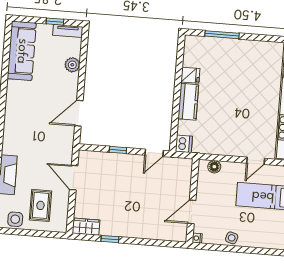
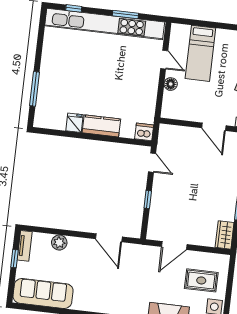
floor lamp: (214, 167) -> (171, 84), moved

